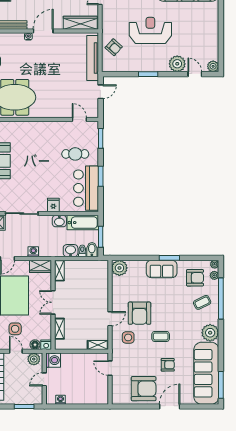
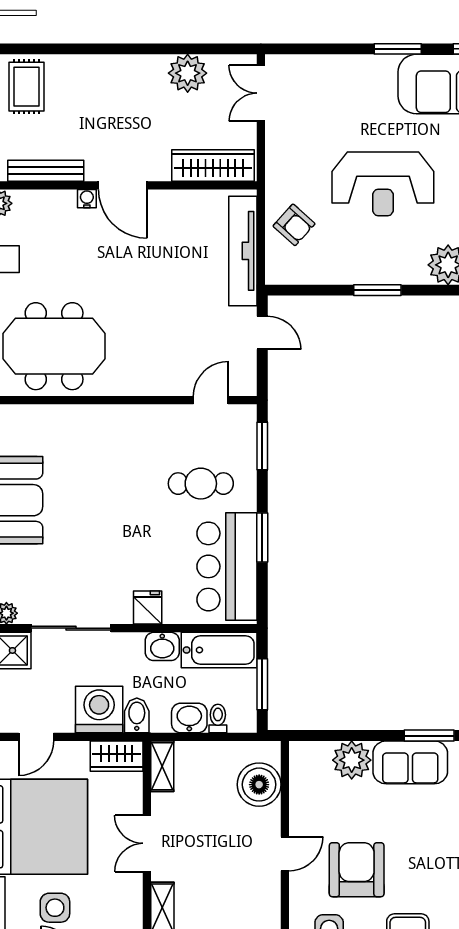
reception desk: (150, 30) -> (383, 184), turned 180
door: (43, 31) -> (123, 185), swing flipped
door: (101, 92) -> (262, 333), hinge flipped
door: (79, 120) -> (211, 400), hinge flipped
bidet: (92, 250) -> (137, 715), moved
washing machine: (33, 252) -> (99, 709), width x1.89, depth x1.89
plant: (119, 268) -> (352, 760), moved
boiler: (99, 278) -> (259, 785), added
armchair: (140, 313) -> (357, 870), turned 180
door: (110, 319) -> (285, 854), moved

